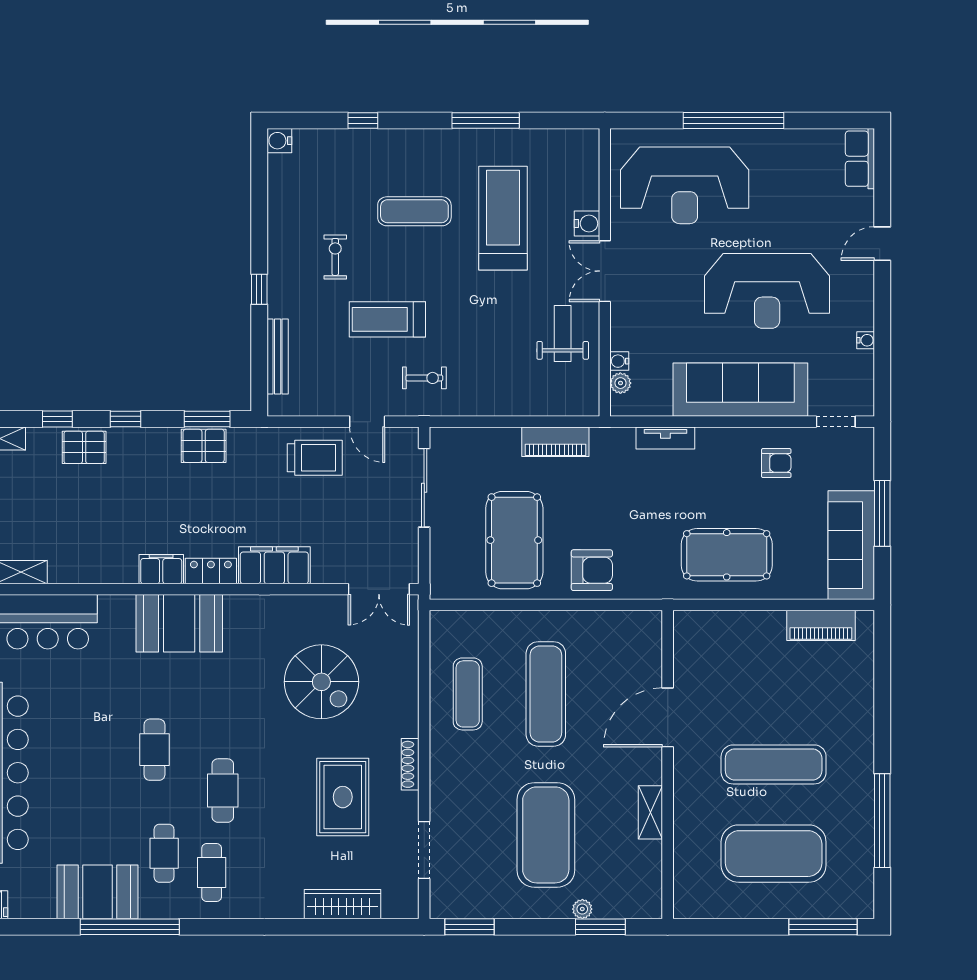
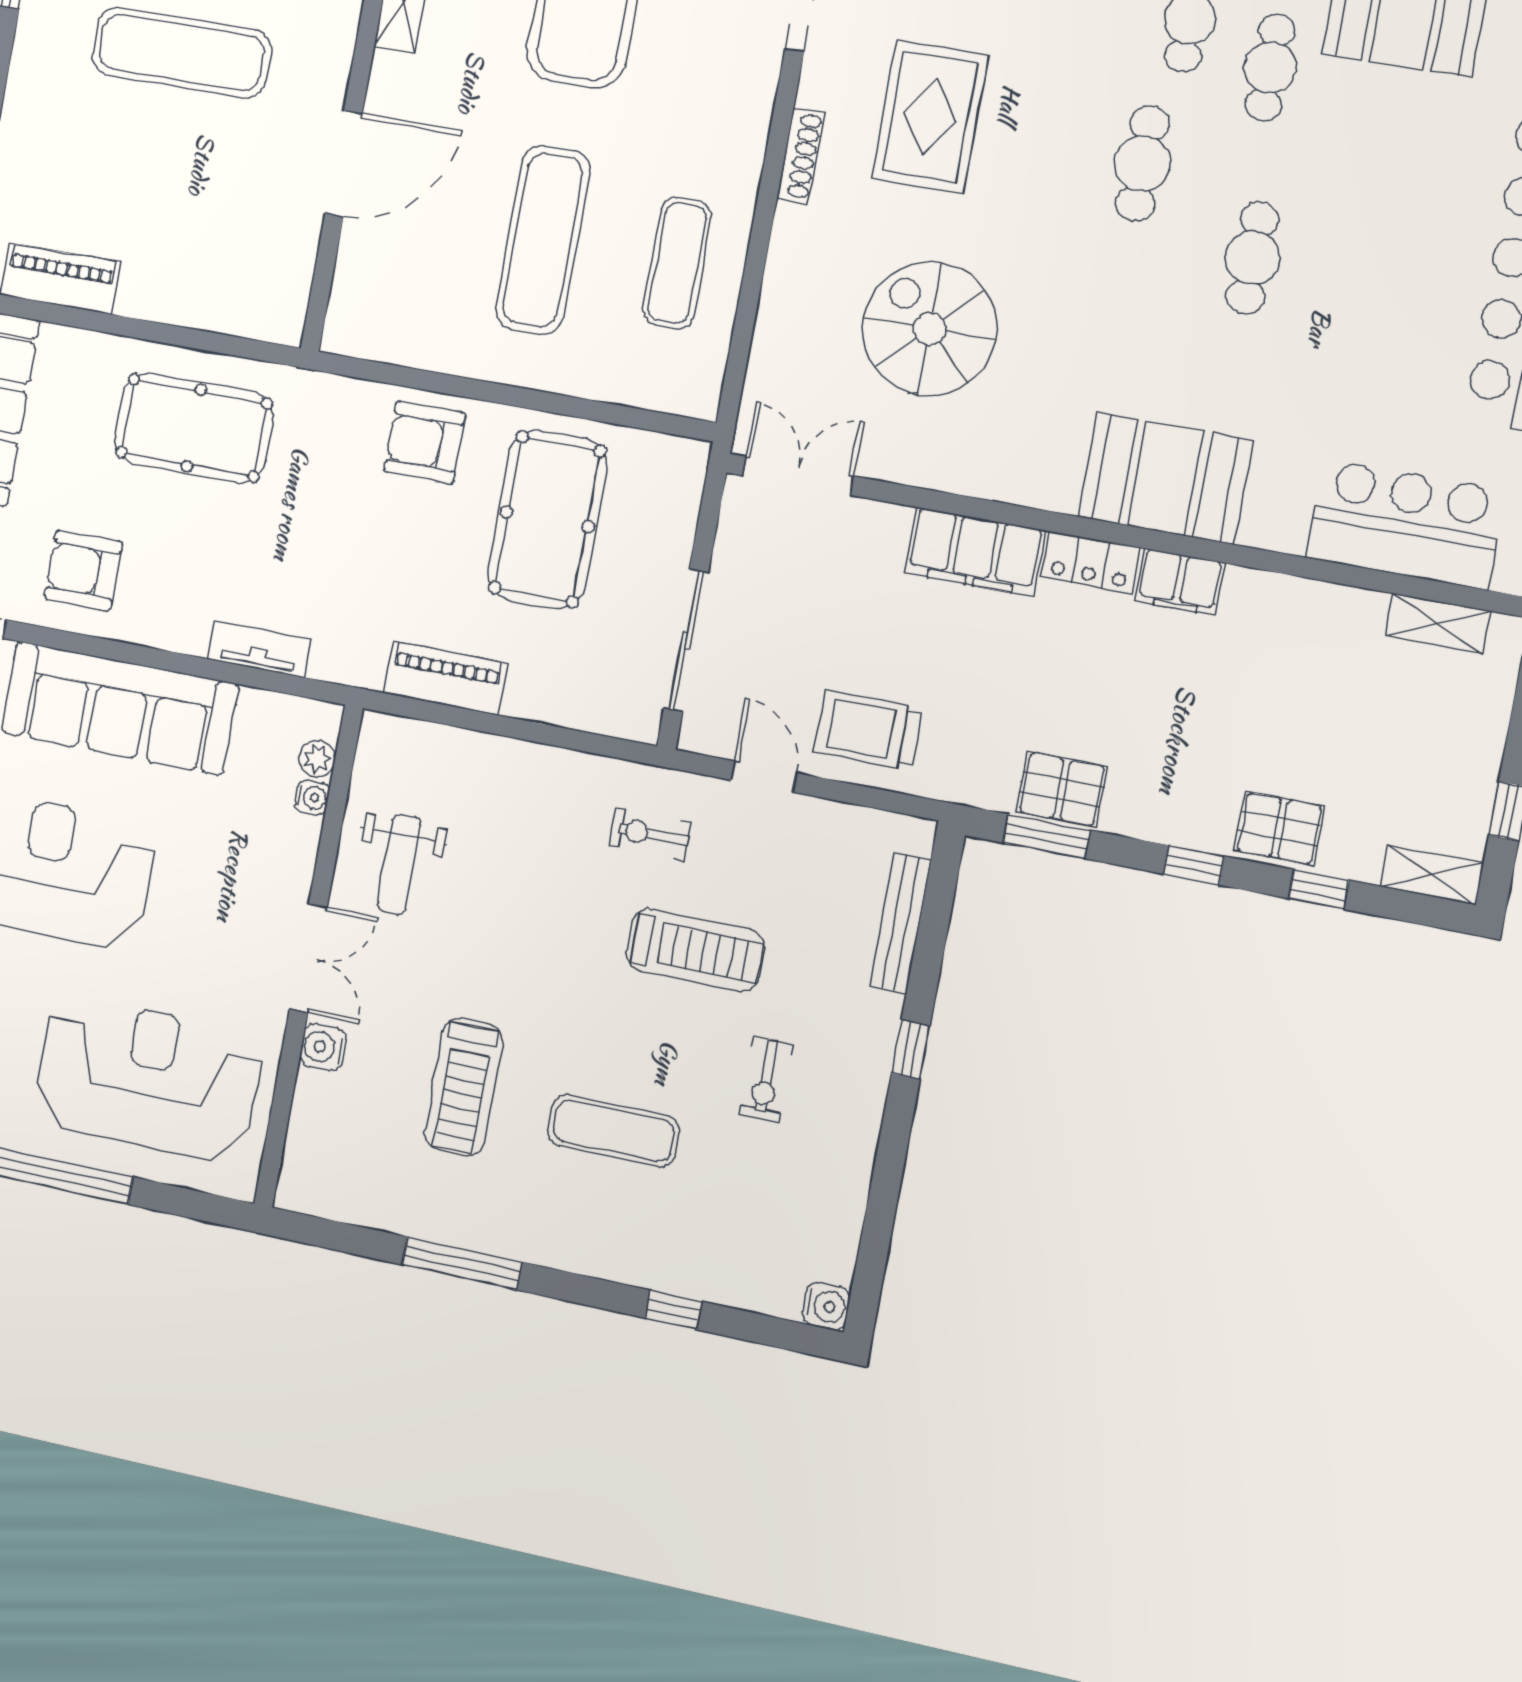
treadmill: (503, 218) -> (464, 1087), width x0.73, depth x0.73
armchair: (776, 463) -> (83, 570), width x1.38, depth x1.38

